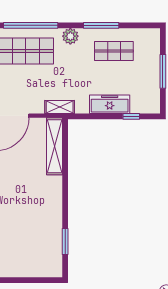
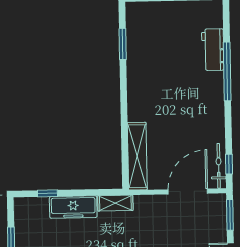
shelving: (60, 107) -> (115, 203), moved

